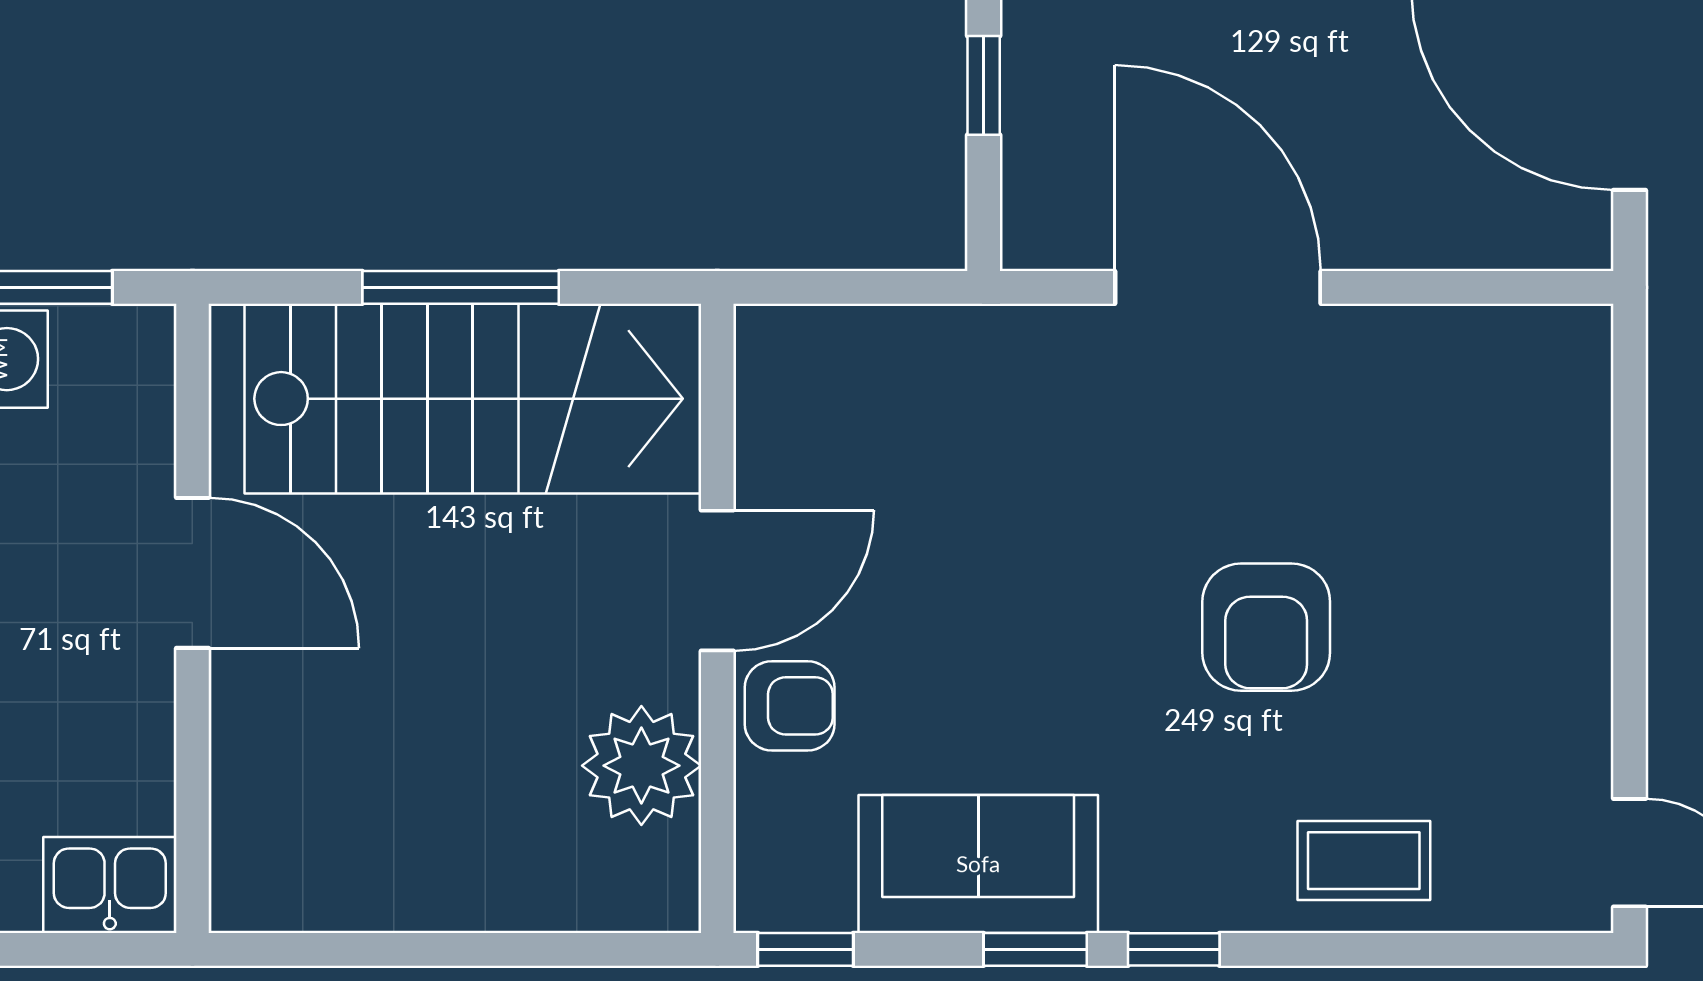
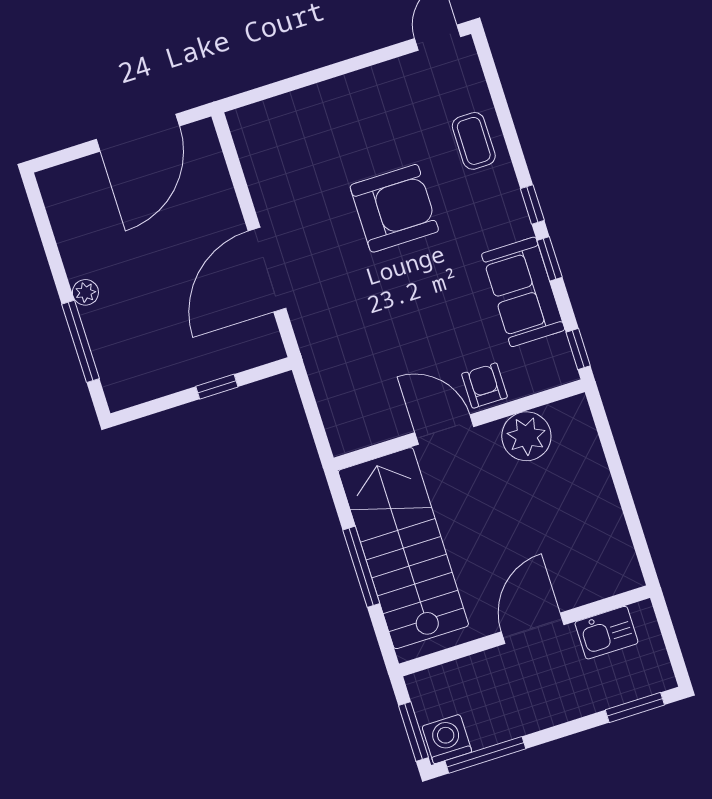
door: (192, 573) -> (533, 628), moved
armchair: (1266, 627) -> (394, 208), width x1.36, depth x1.36
kitchen sink: (110, 885) -> (606, 633), moved, turned -90

